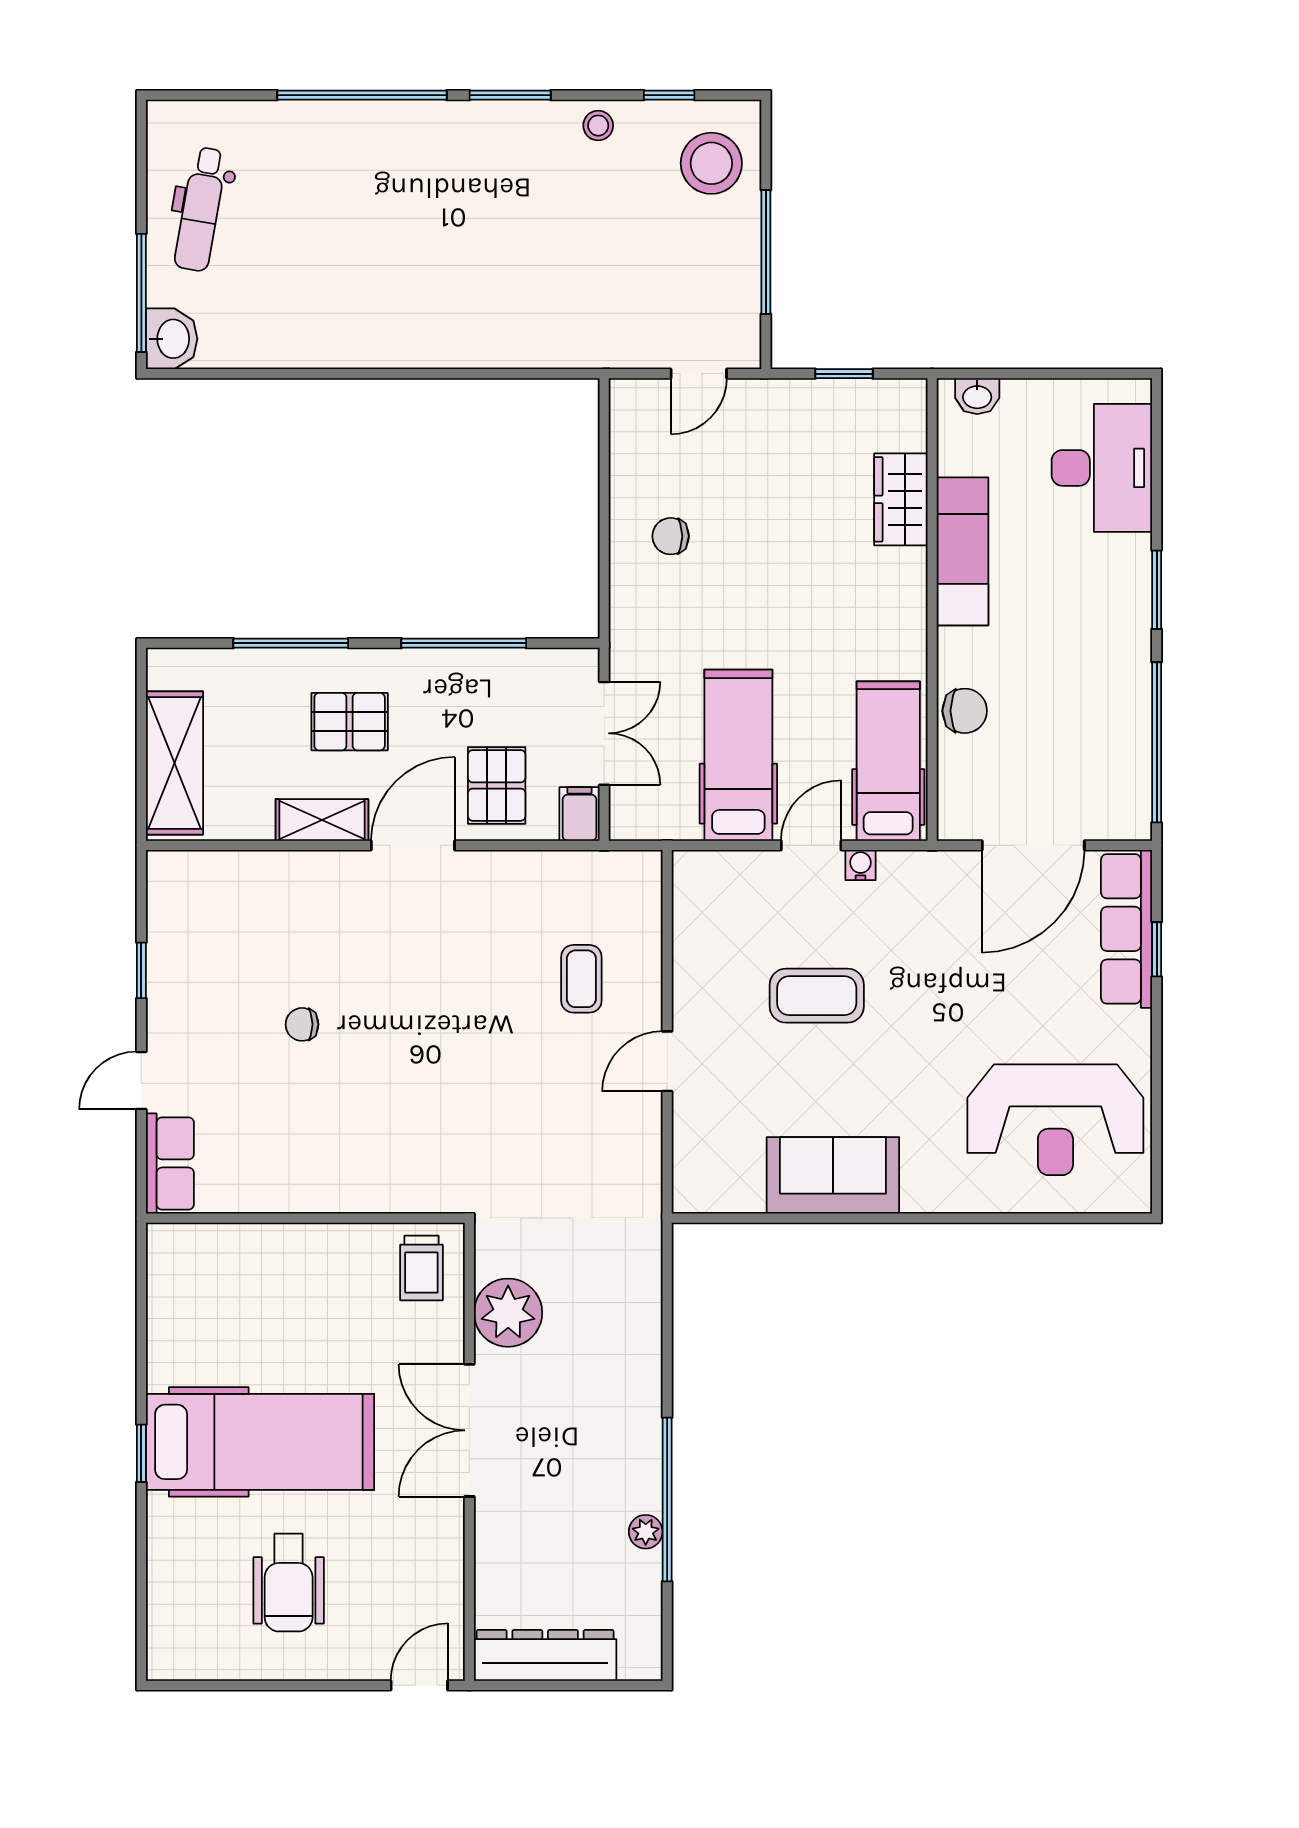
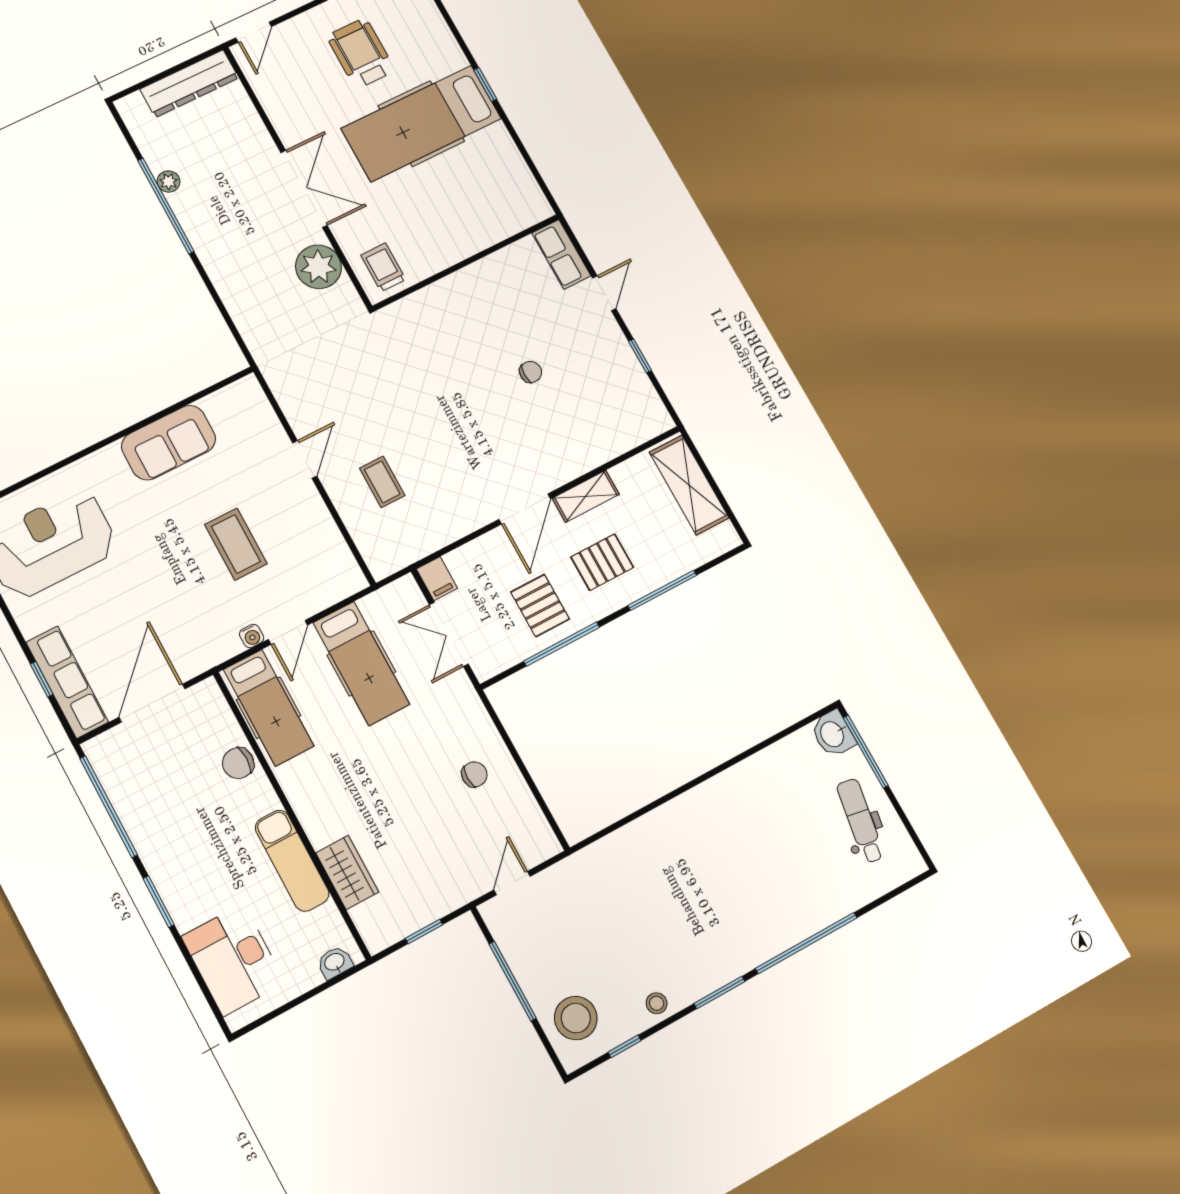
pallet: (497, 785) -> (540, 606), moved
coffee table: (817, 996) -> (236, 544), turned 90

